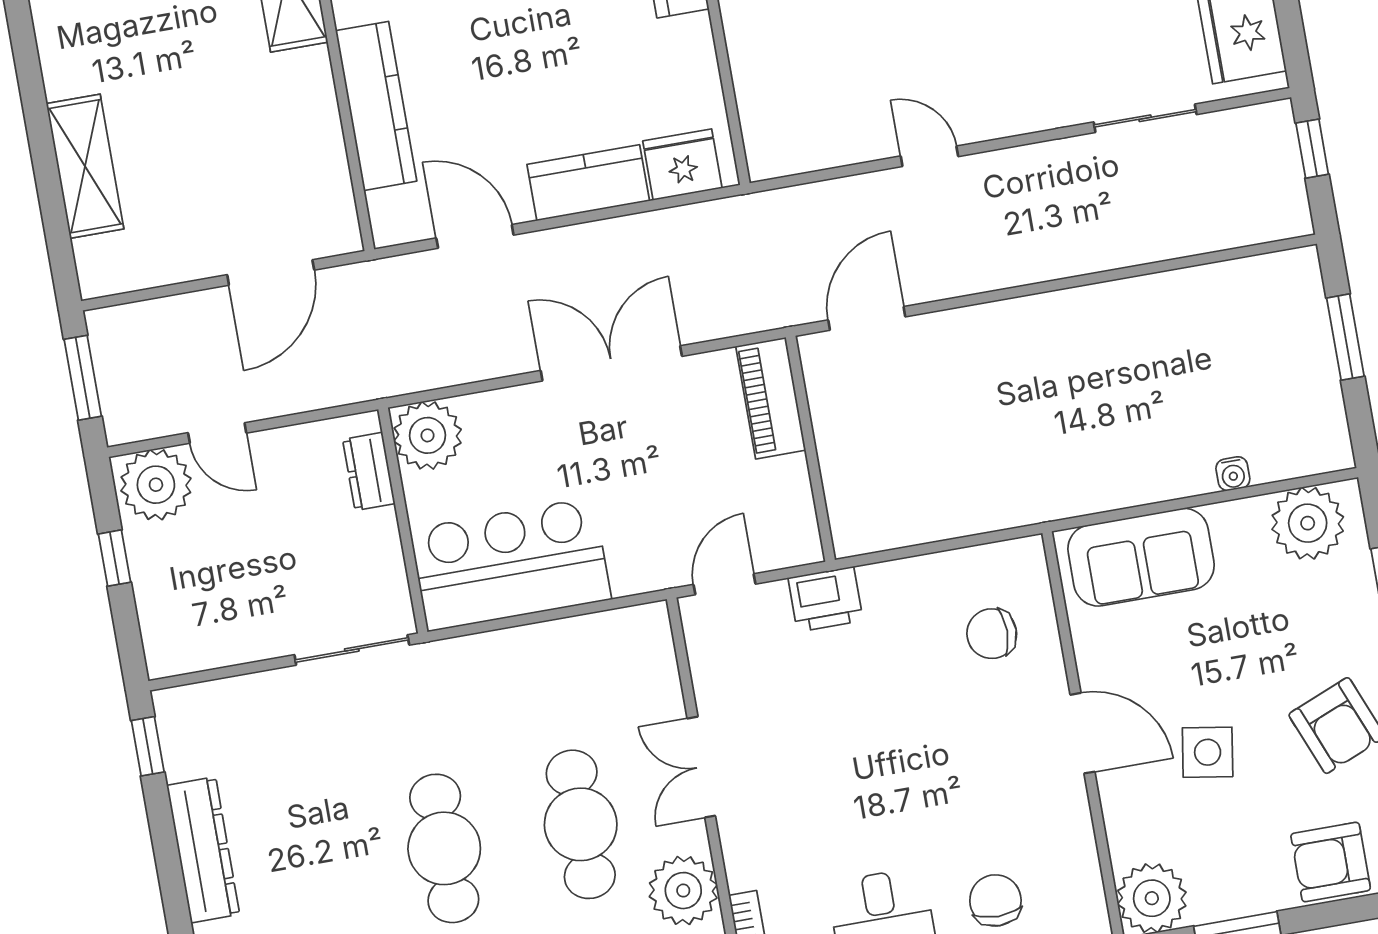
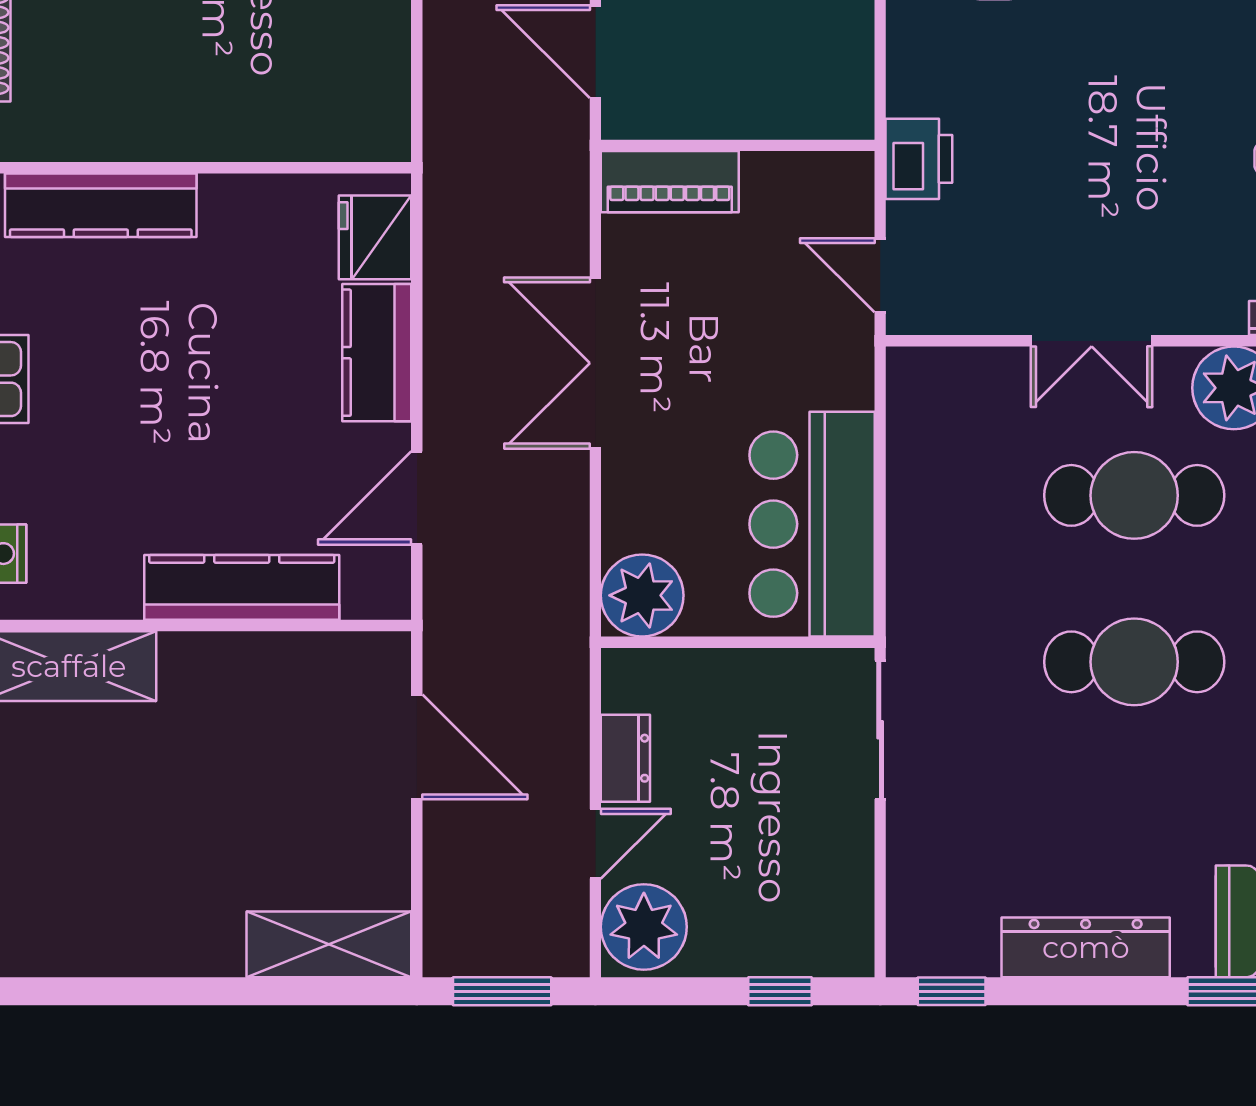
shelving: (85, 166) -> (329, 944), moved
dresser: (369, 471) -> (625, 758), moved, turned -90
window: (115, 558) -> (780, 991), moved

